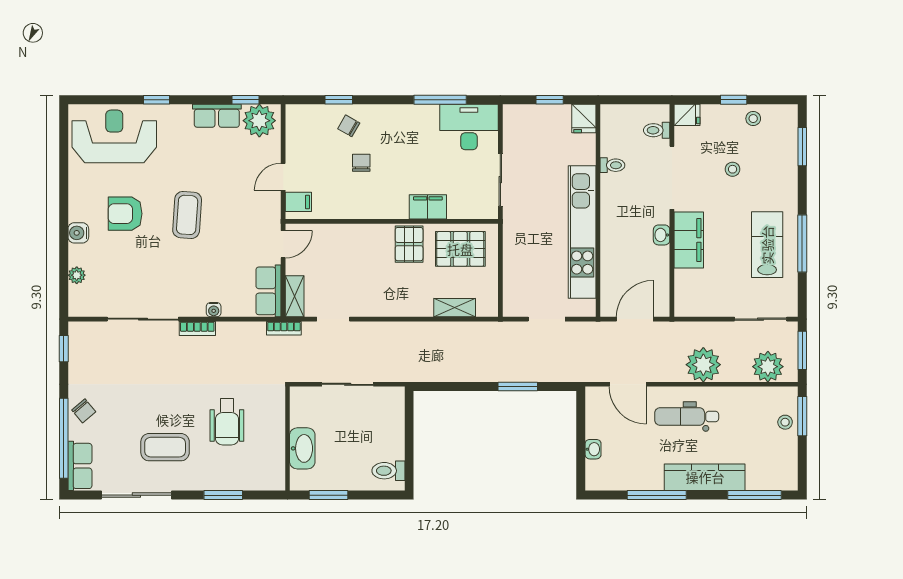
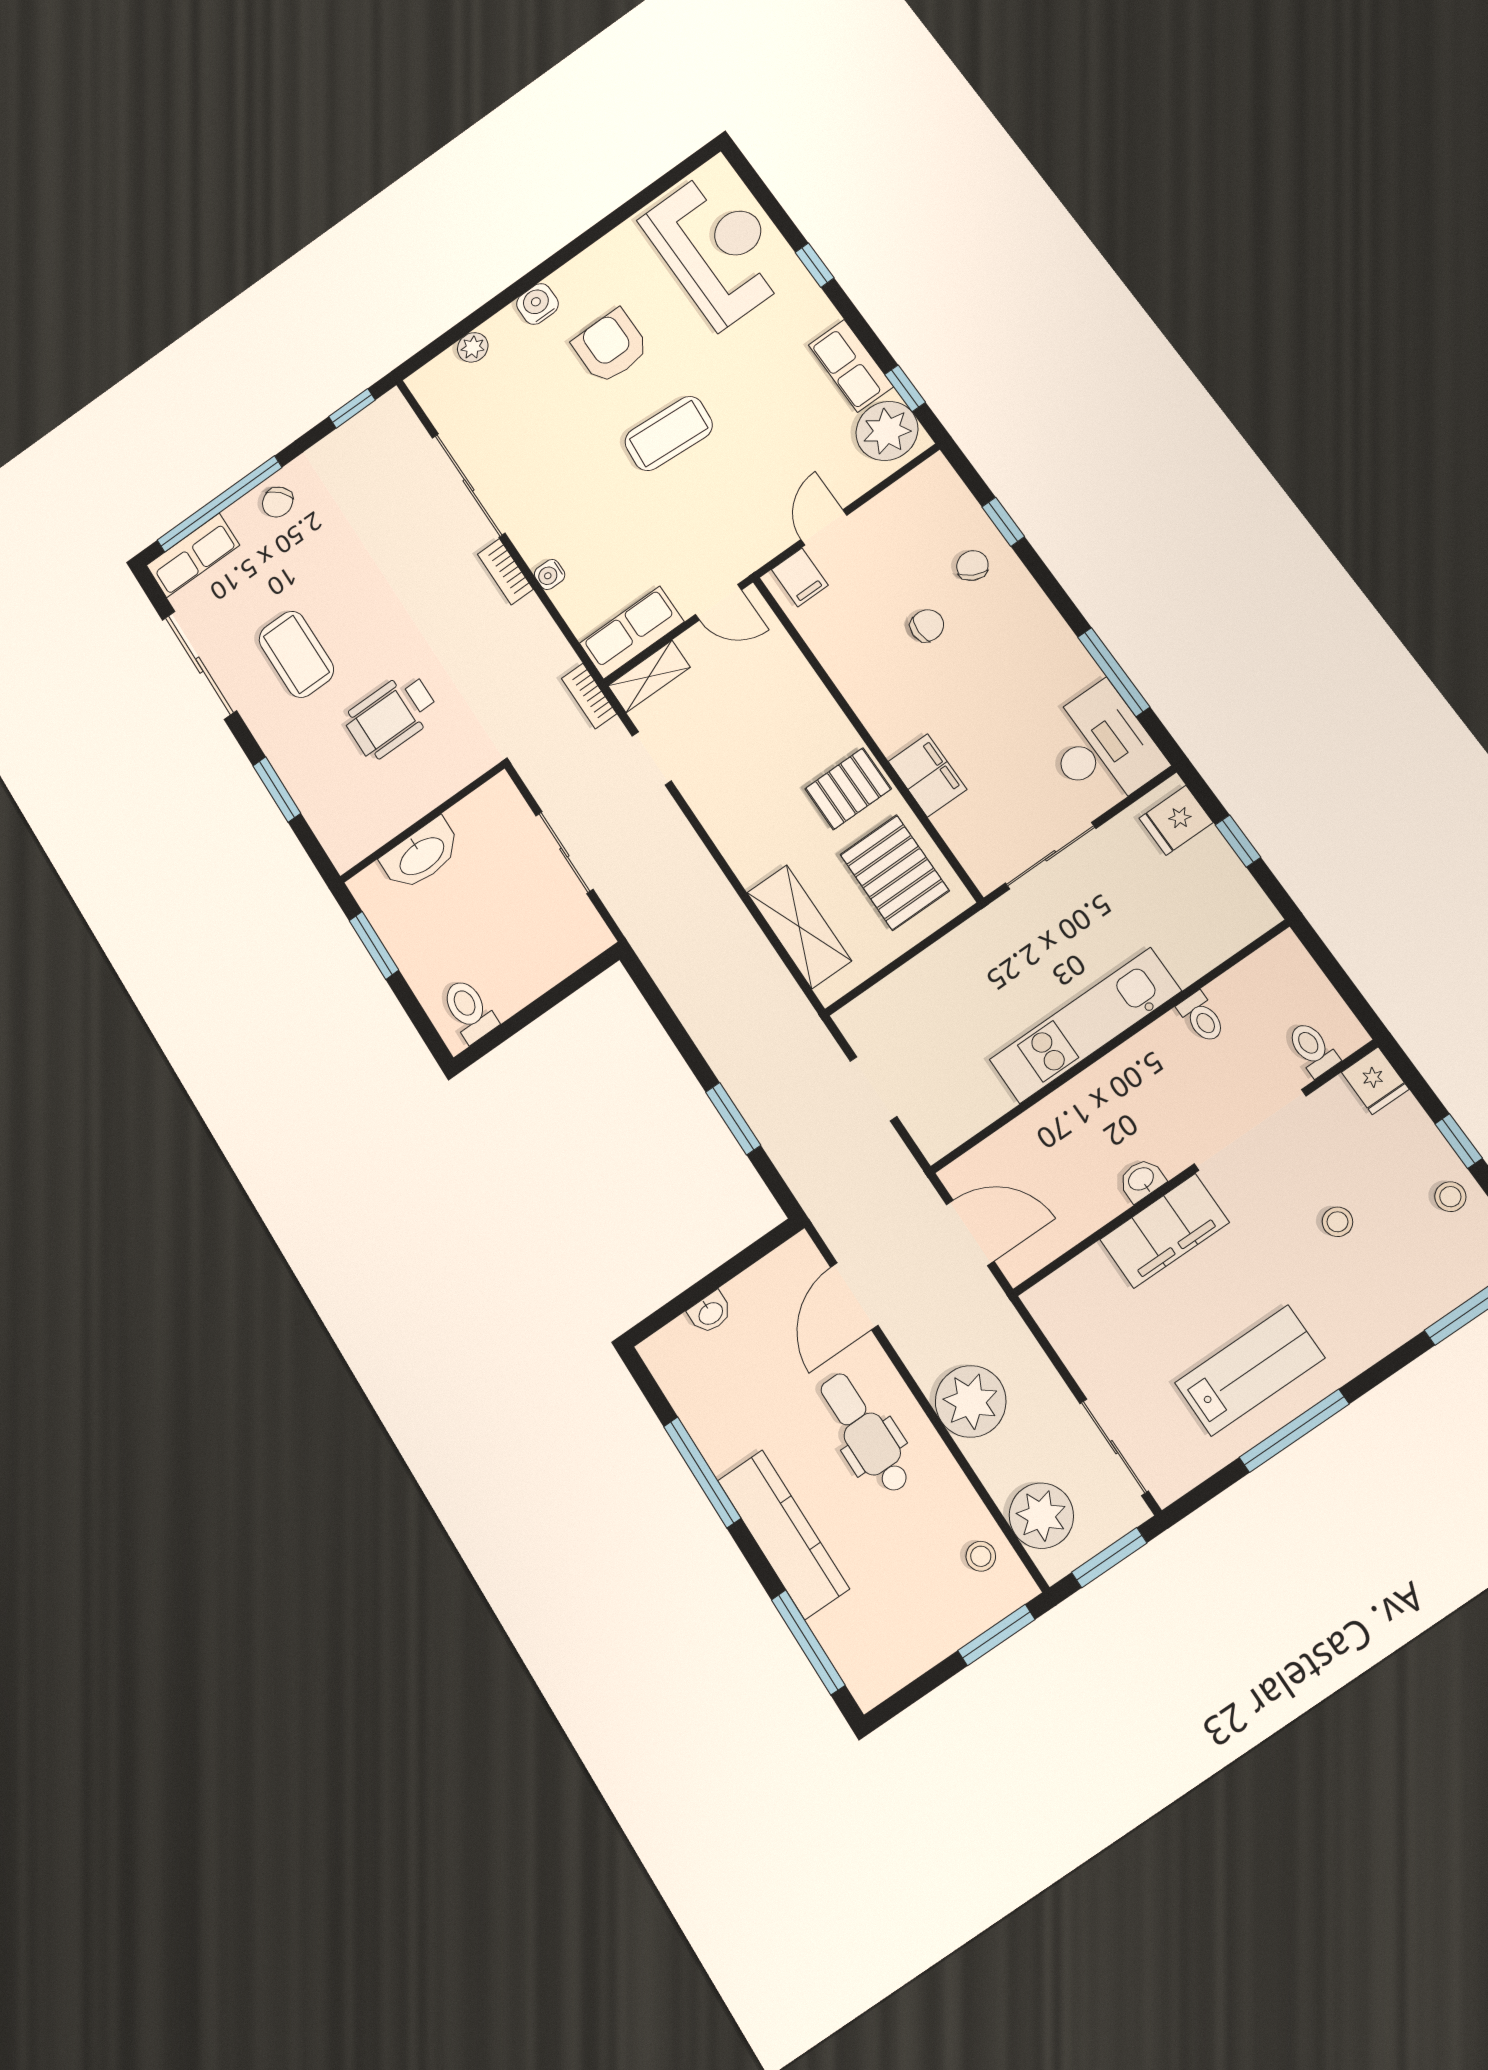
fridge: (584, 118) -> (1176, 820), moved
door: (283, 177) -> (824, 527), hinge flipped
kitchen unit: (582, 232) -> (1085, 1025), width x0.73
shelving: (455, 308) -> (799, 927), width x1.50, depth x1.33
stool: (785, 422) -> (981, 1556), moved

